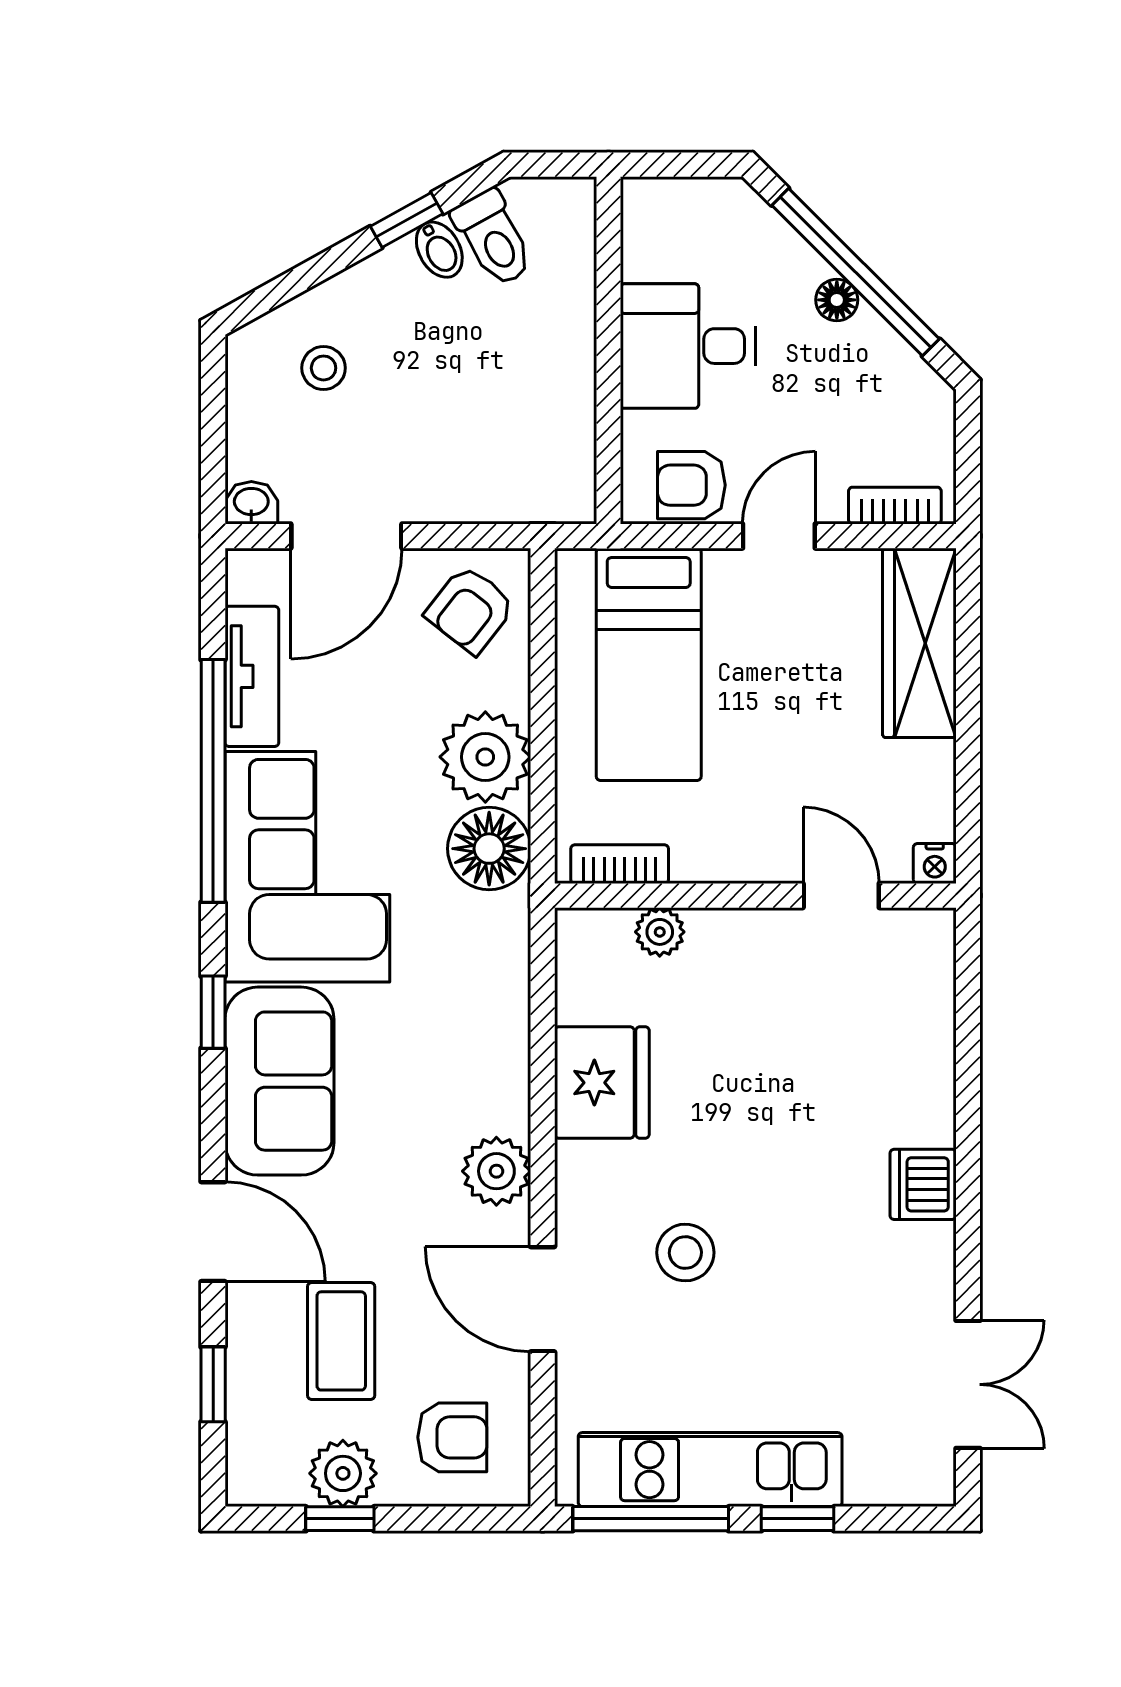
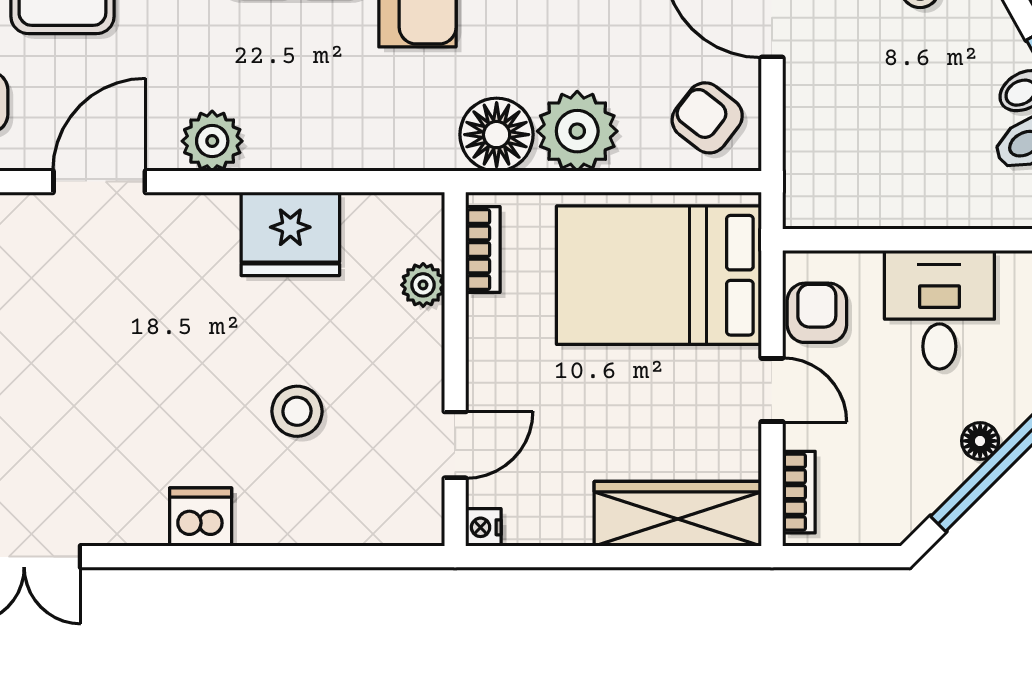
bed: (649, 664) -> (659, 275), width x1.50
stool: (685, 1253) -> (297, 411), moved

